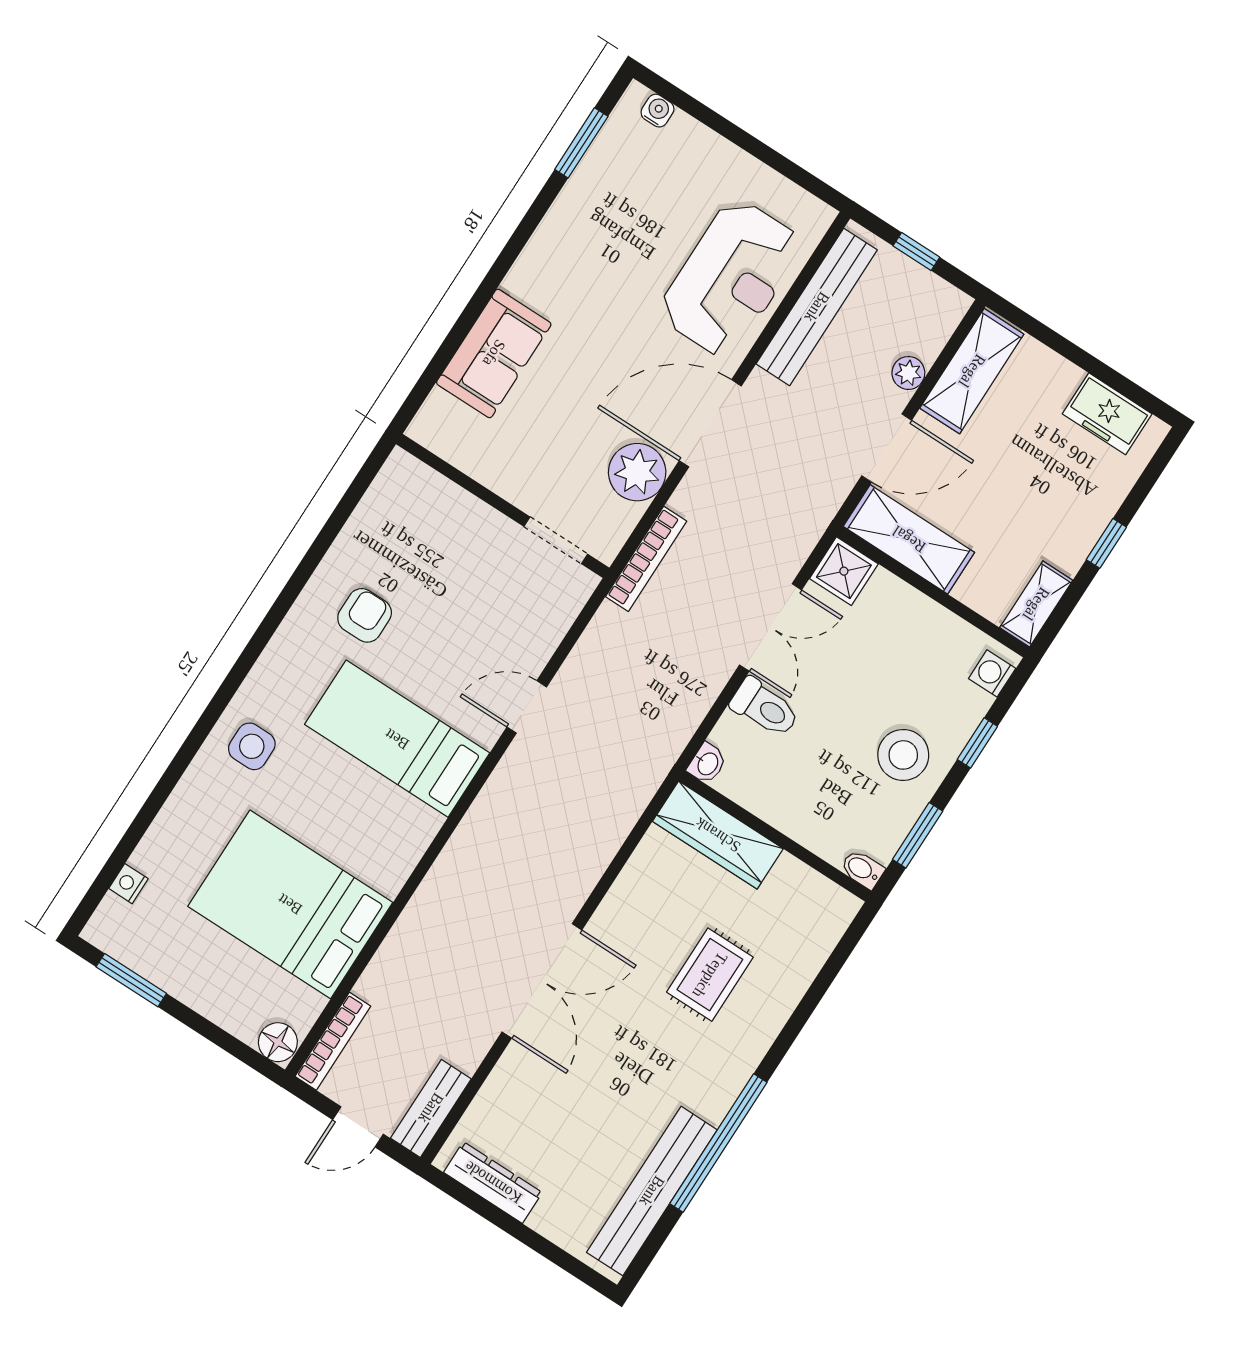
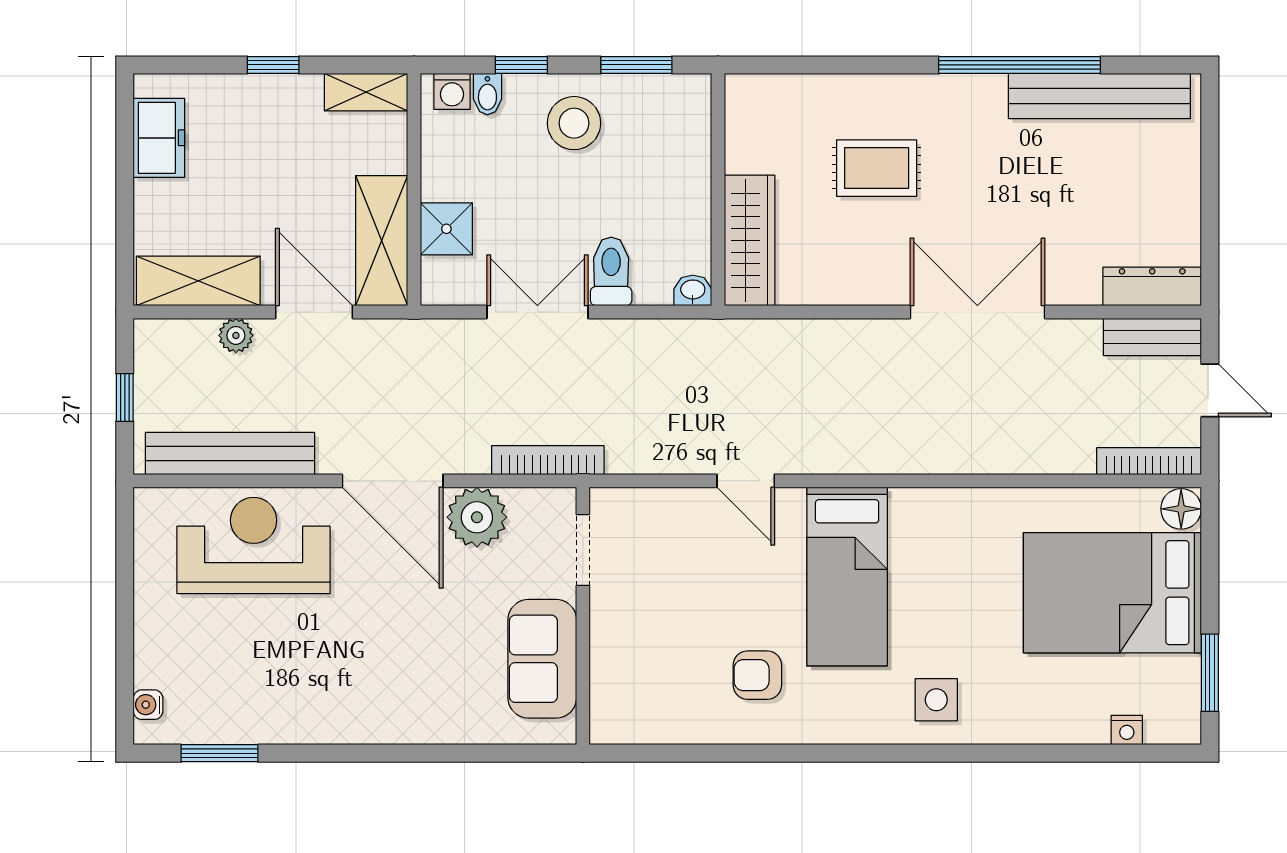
sofa: (494, 353) -> (542, 659), moved, turned -90
shower: (844, 571) -> (446, 229), moved
bidet: (862, 869) -> (487, 94), moved
bed: (290, 904) -> (1112, 593), moved, turned 90
dresser: (493, 1182) -> (1152, 286), moved, turned 90

